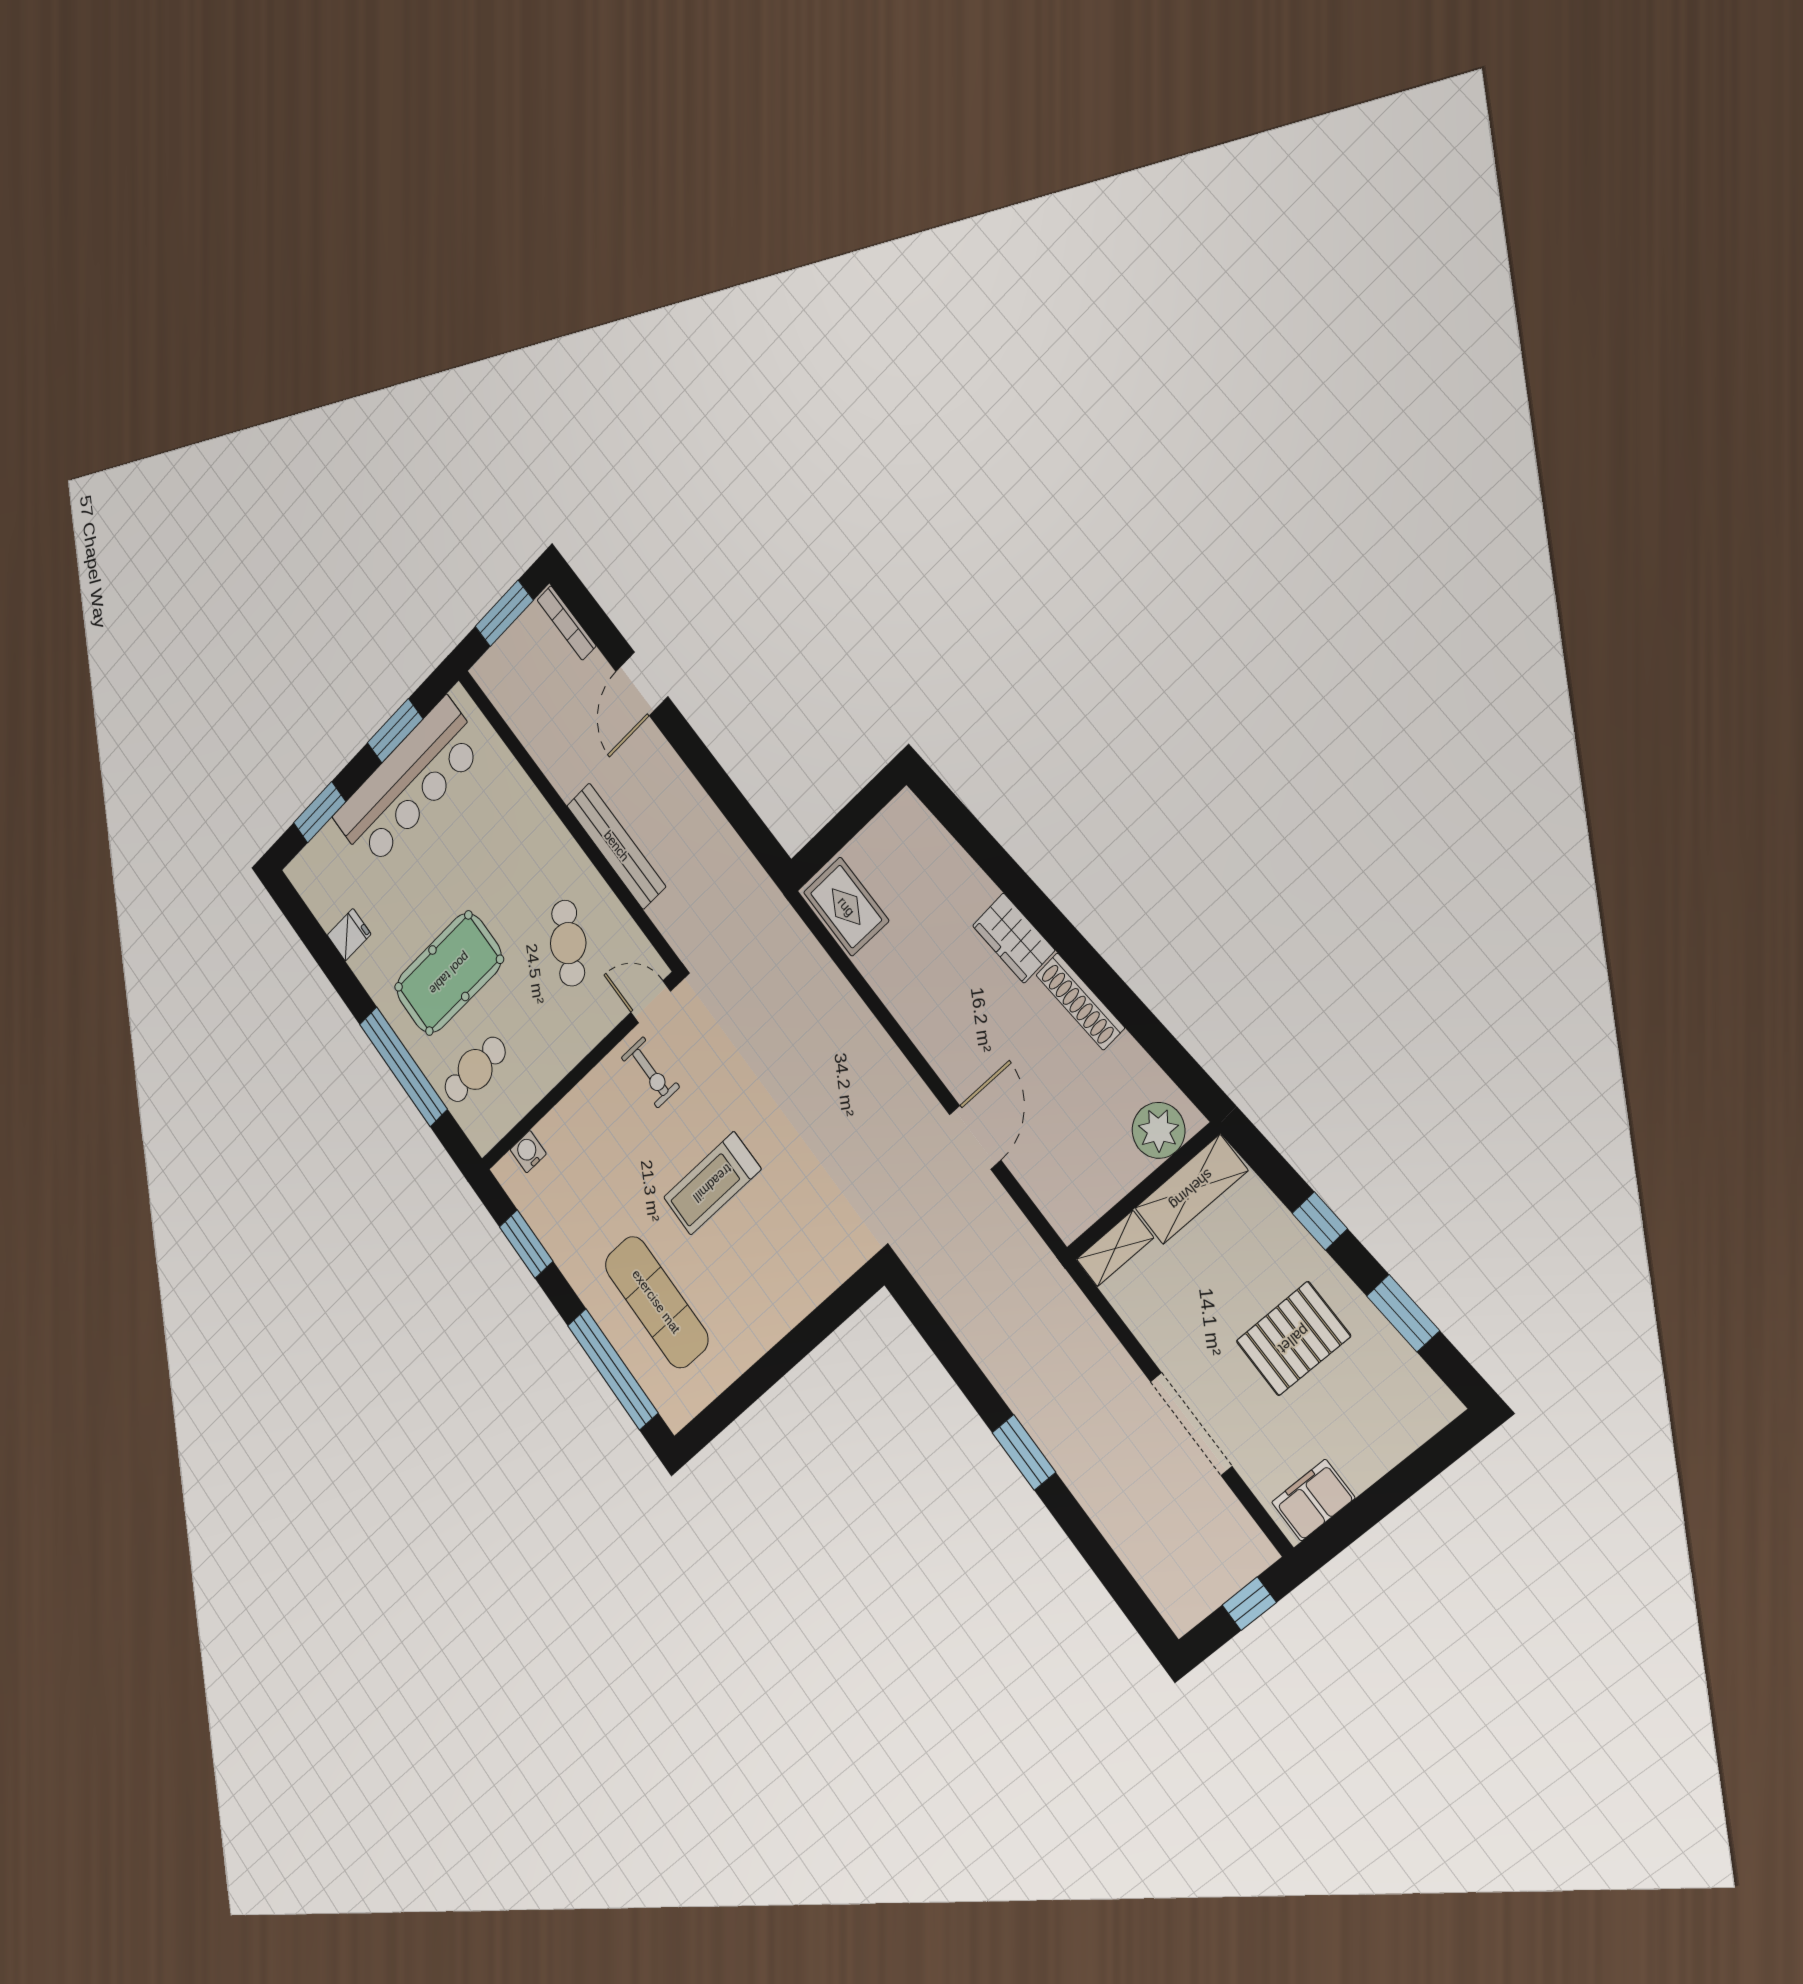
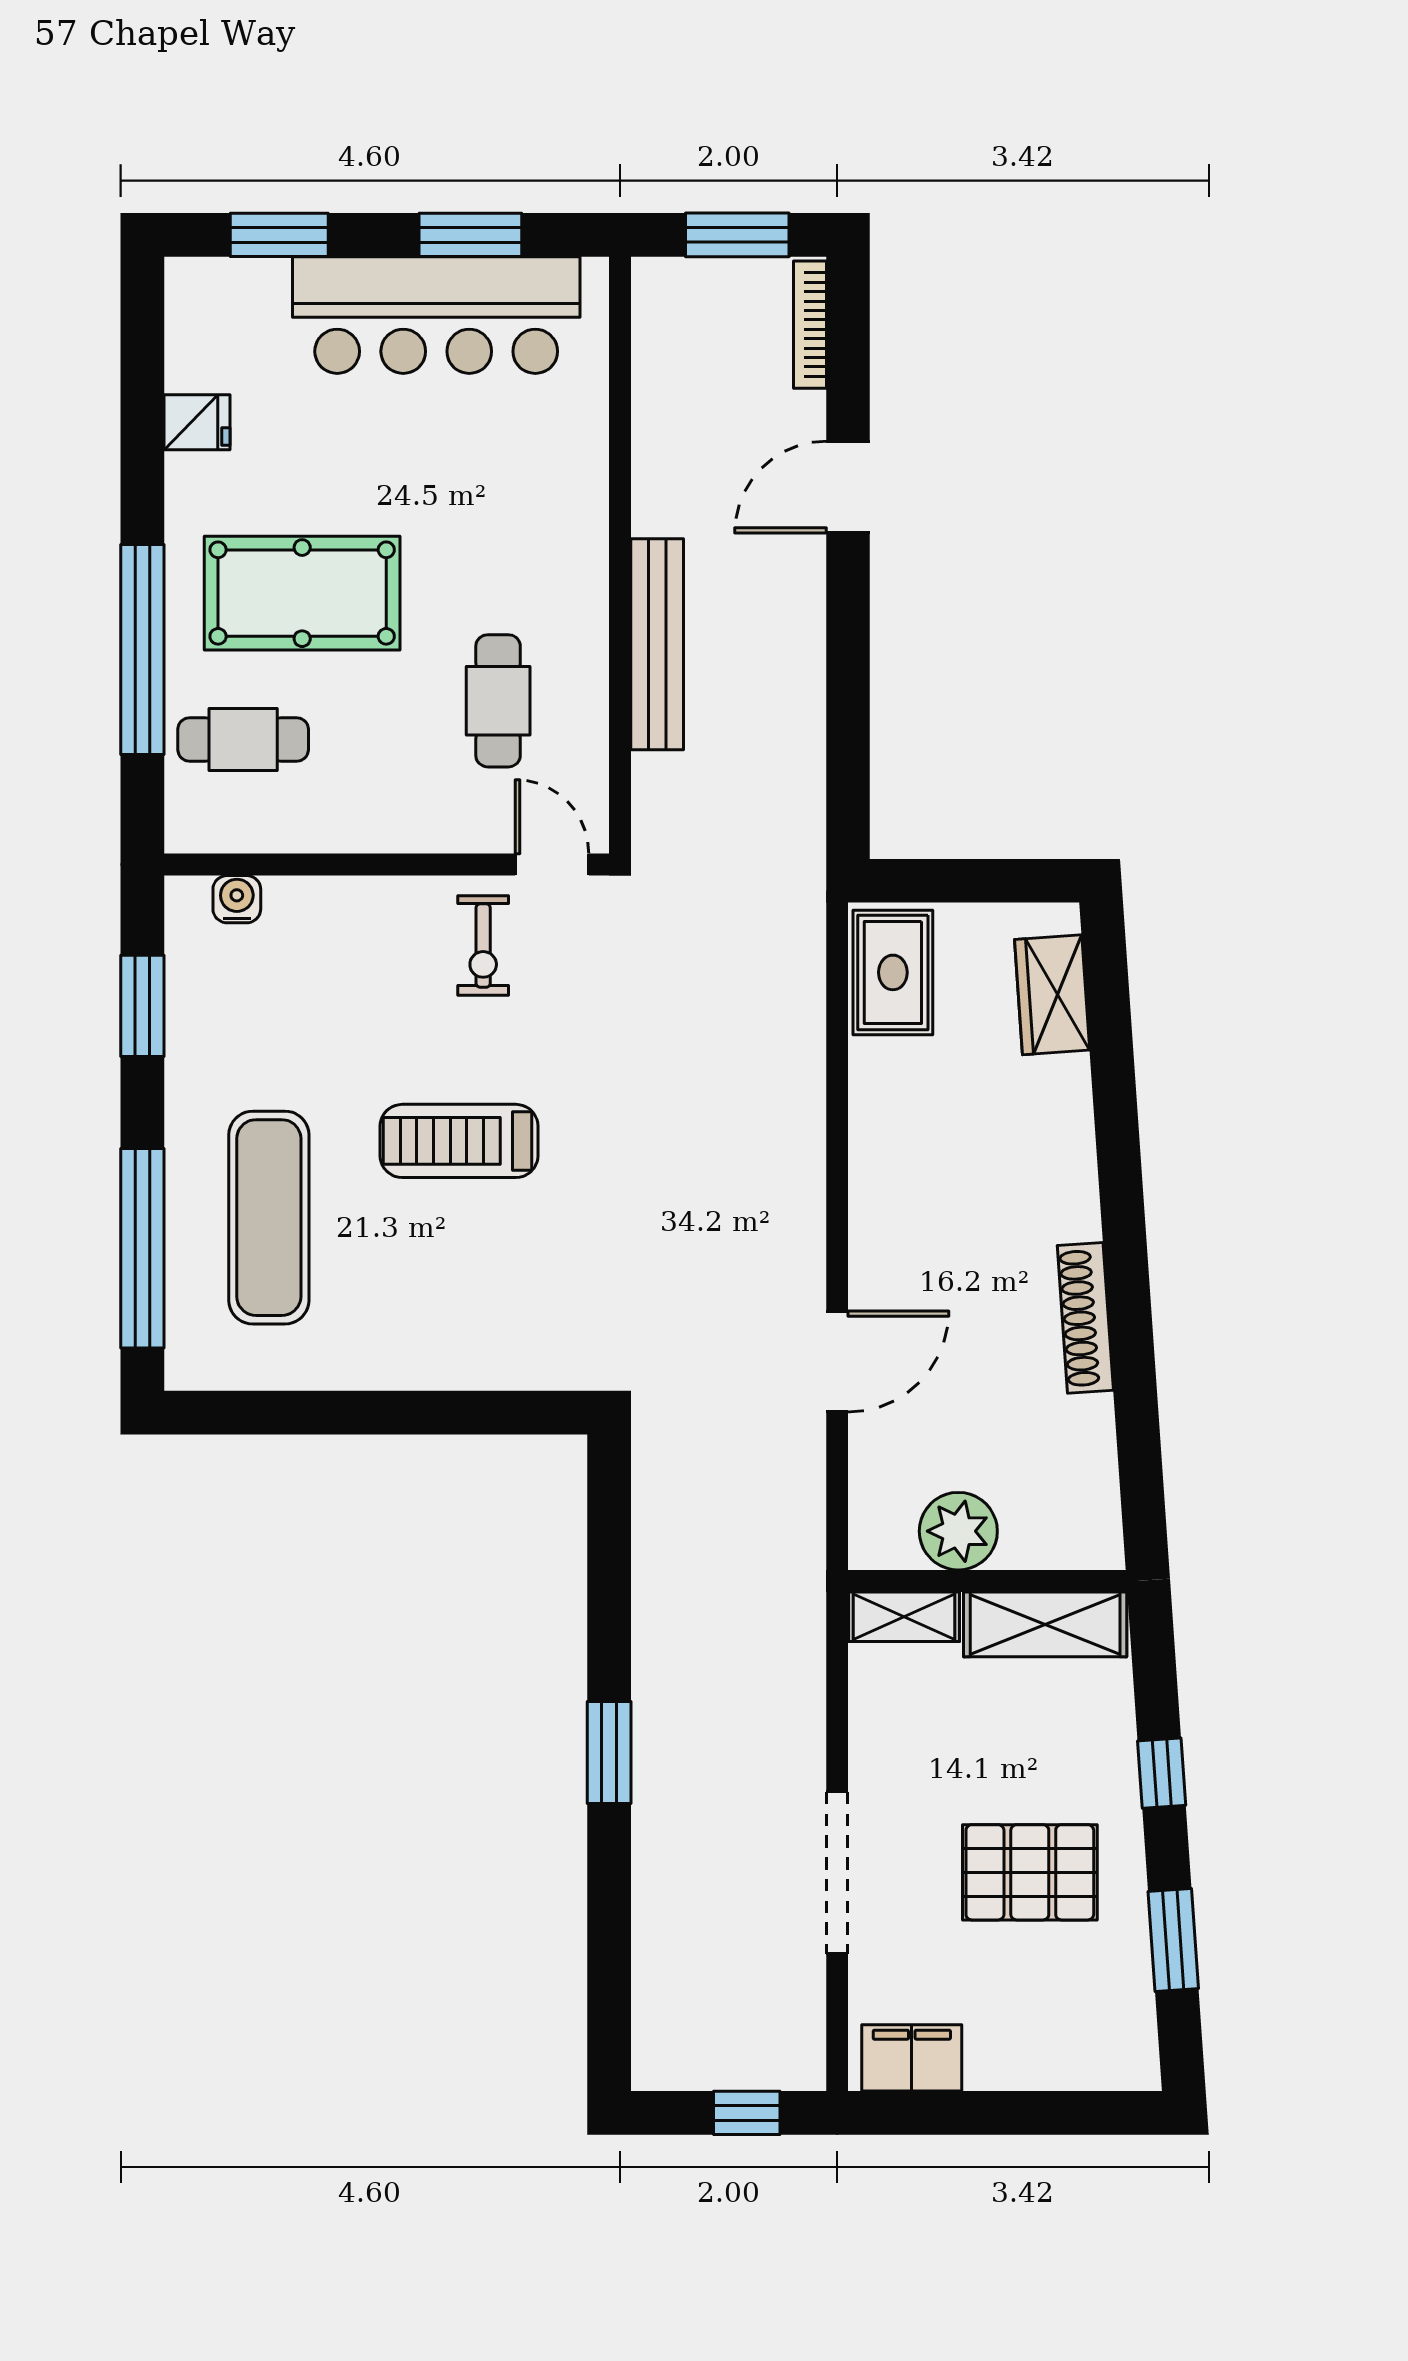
wardrobe: (1014, 938) -> (1052, 995), moved
cafe table: (568, 943) -> (498, 701), turned -31
plant: (1159, 1130) -> (958, 1531), moved

